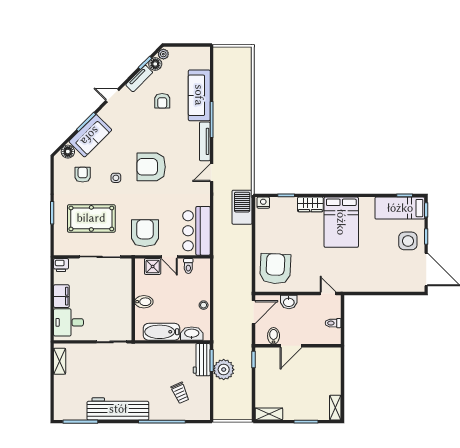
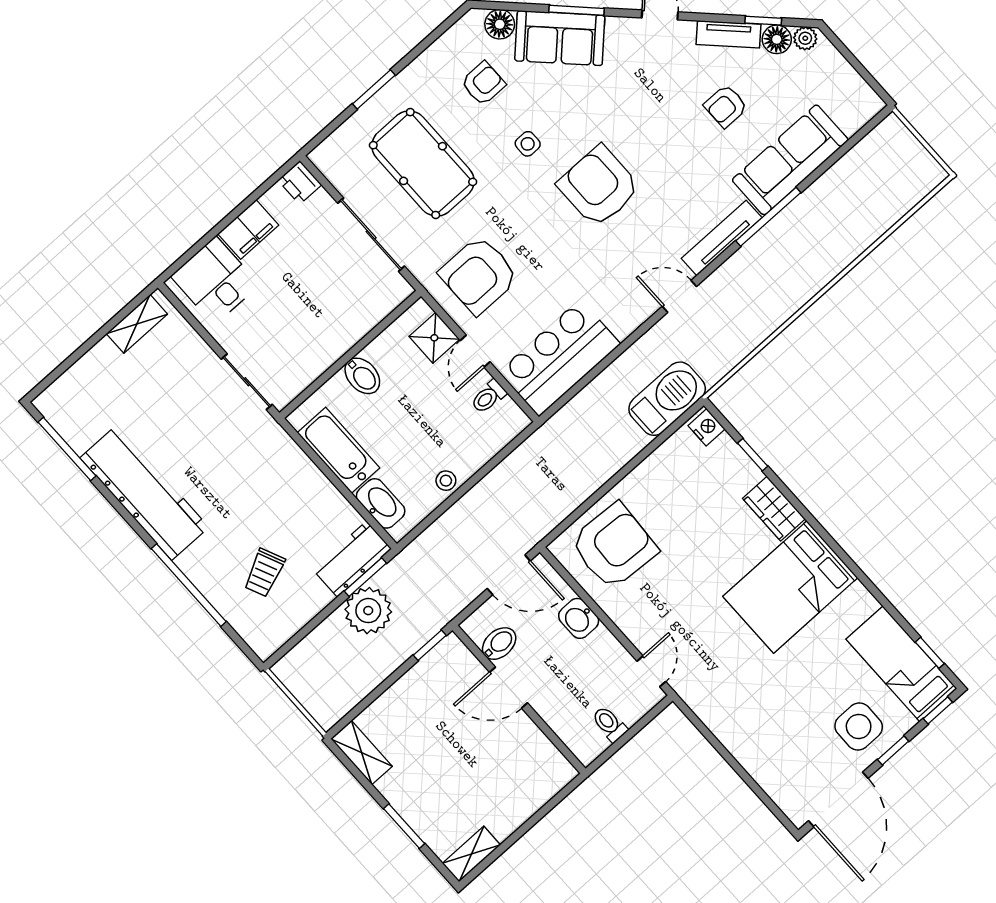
armchair: (145, 233) -> (479, 275), turned 180

